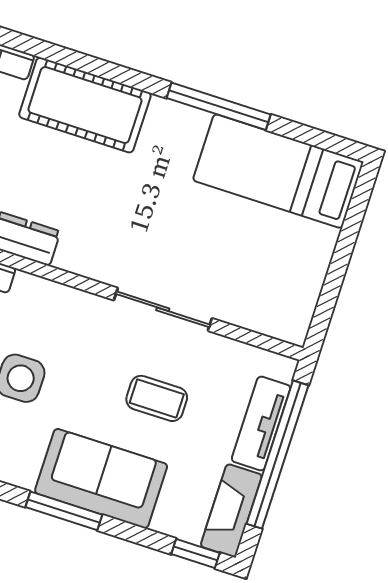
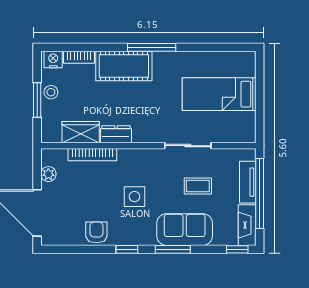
window: (219, 106) -> (152, 47), moved
bed: (278, 171) -> (219, 94), moved

